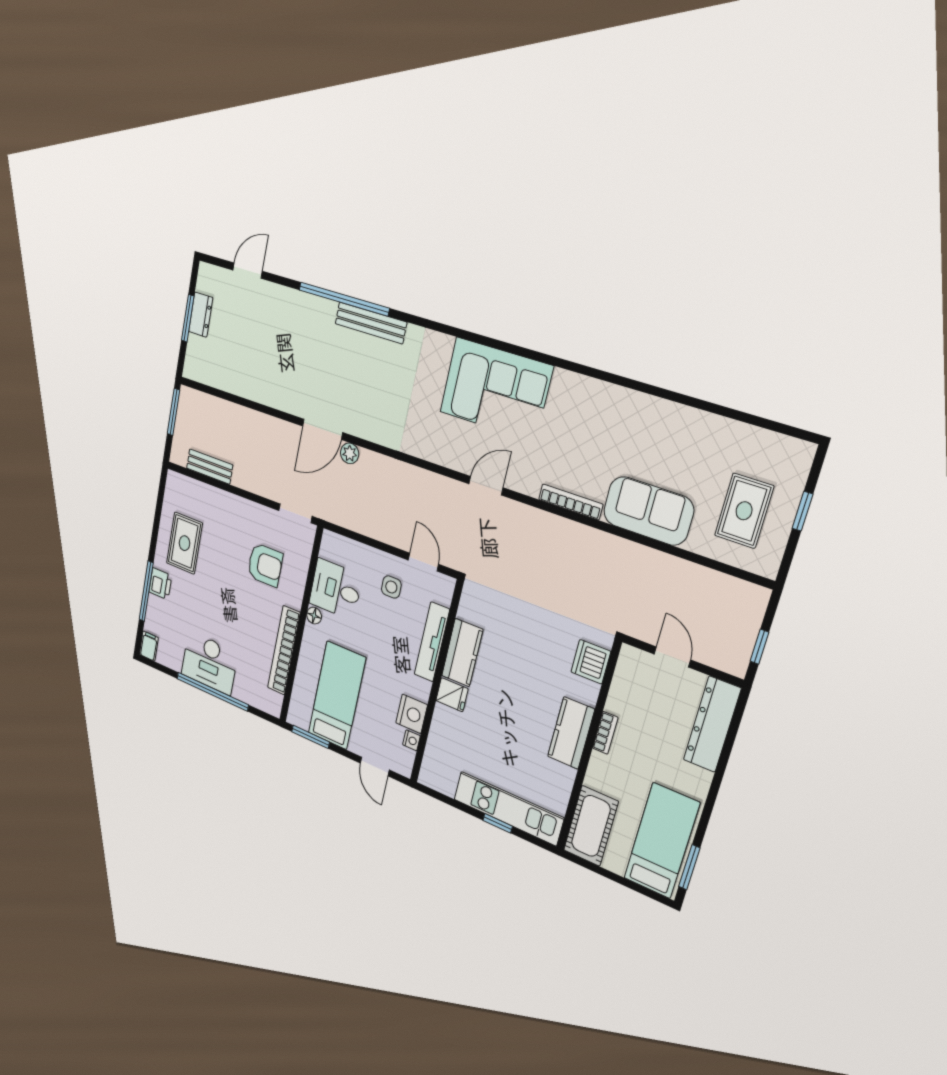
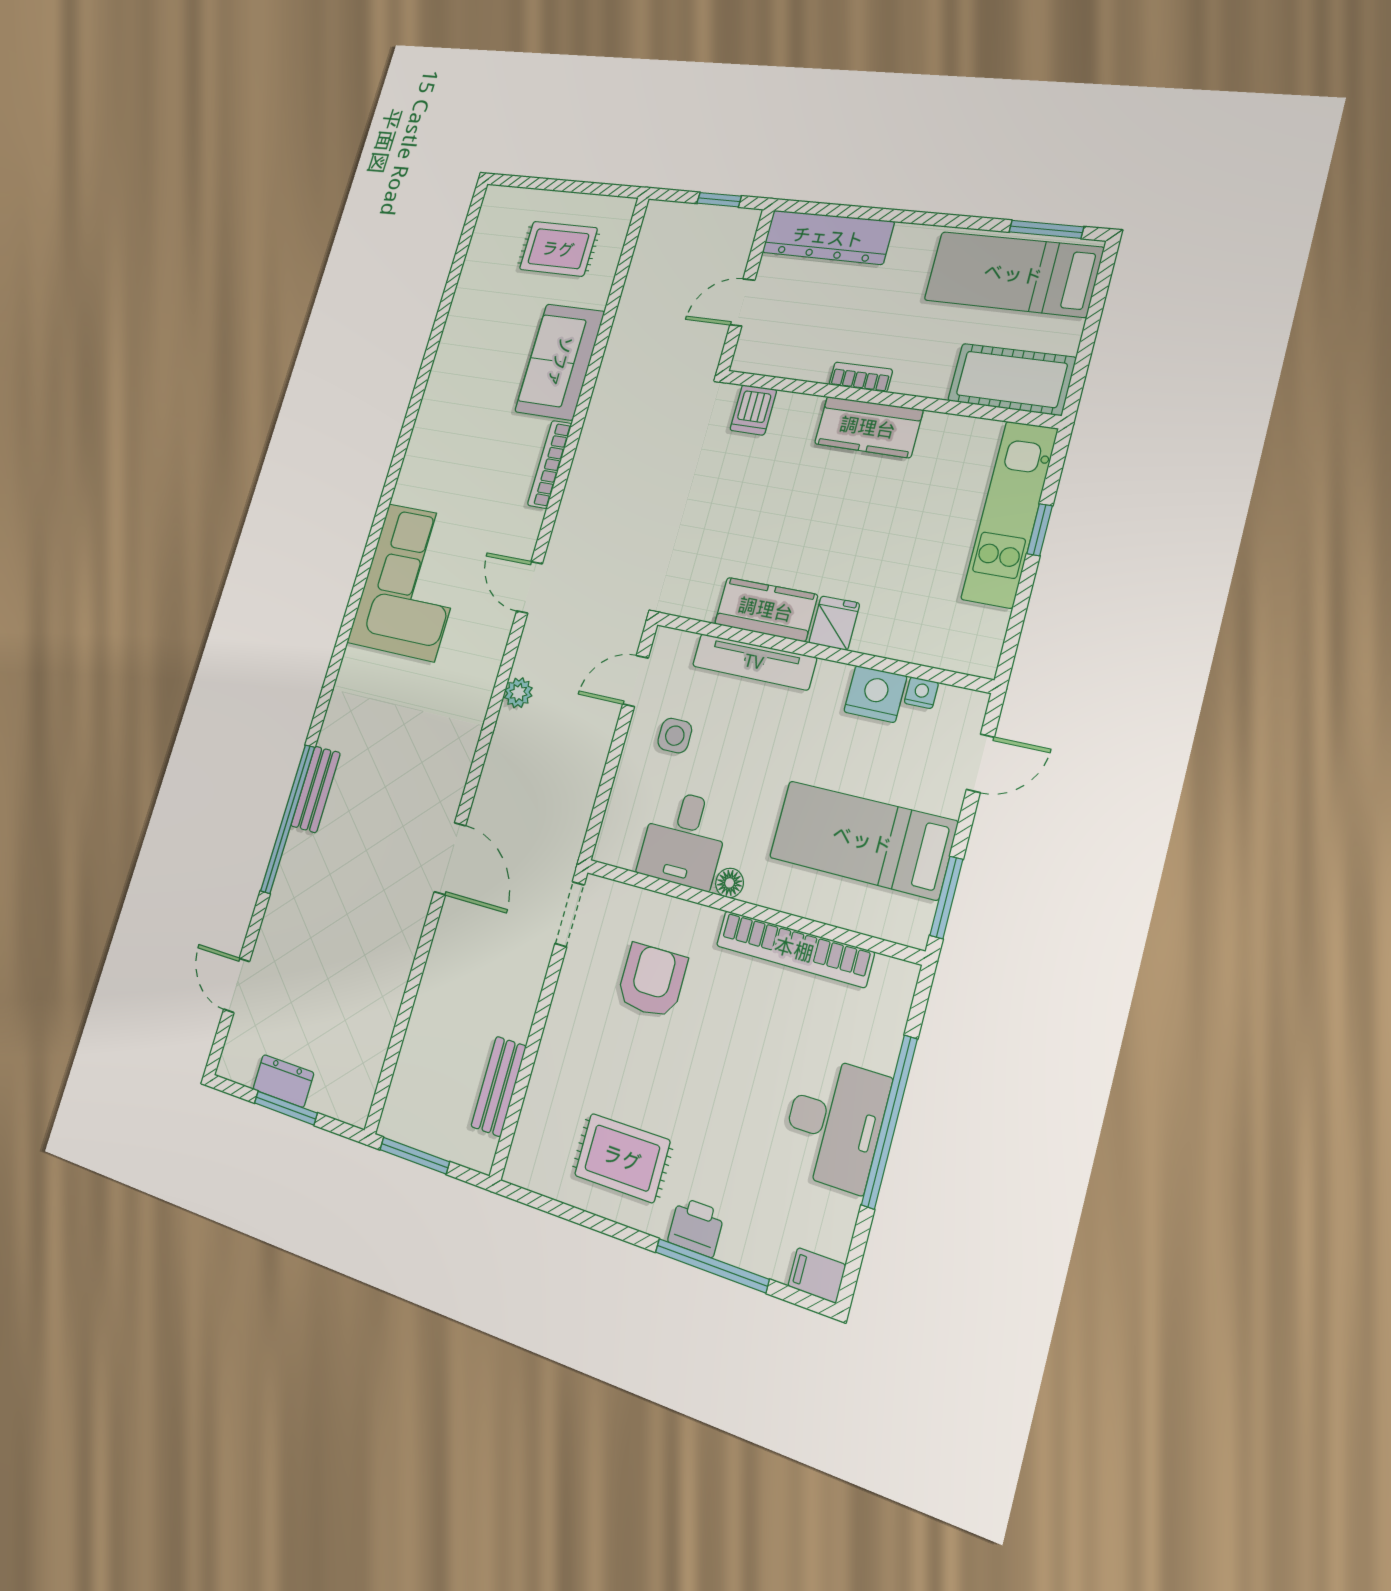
bench: (371, 323) -> (316, 789), width x0.73
plant: (350, 453) -> (518, 693), moved
window: (803, 511) -> (558, 185), removed
dishwasher: (591, 662) -> (753, 410), width x0.73

